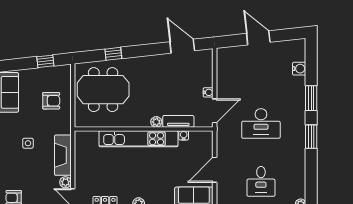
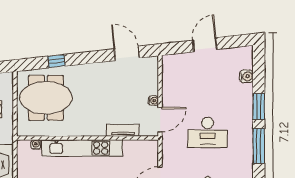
door: (258, 38) -> (205, 45), hinge flipped
plant: (156, 122) -> (100, 131), removed
water cooler: (184, 135) -> (36, 145), moved
window: (311, 137) -> (259, 146), width x1.44

